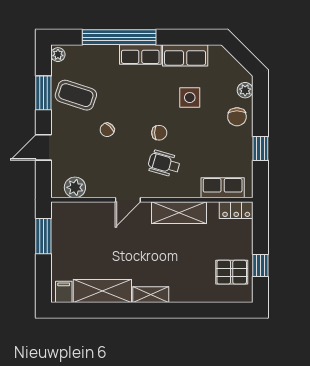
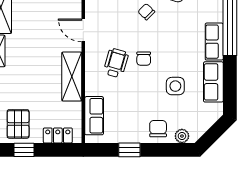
chair: (237, 117) -> (158, 129), turned 90
locker: (236, 210) -> (58, 135), moved, turned 90

